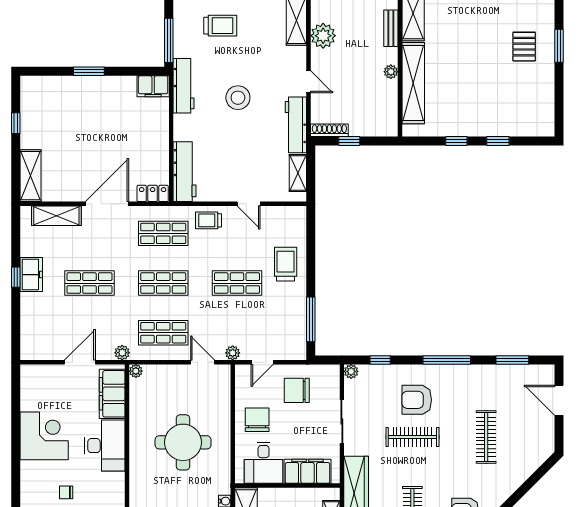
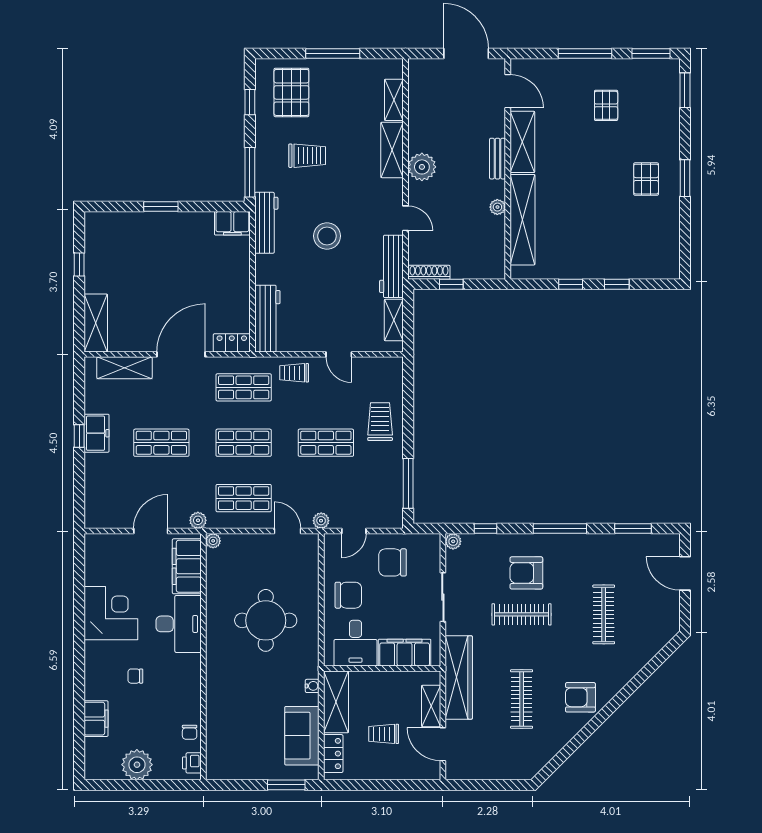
chair: (257, 420) -> (348, 595), turned 90

